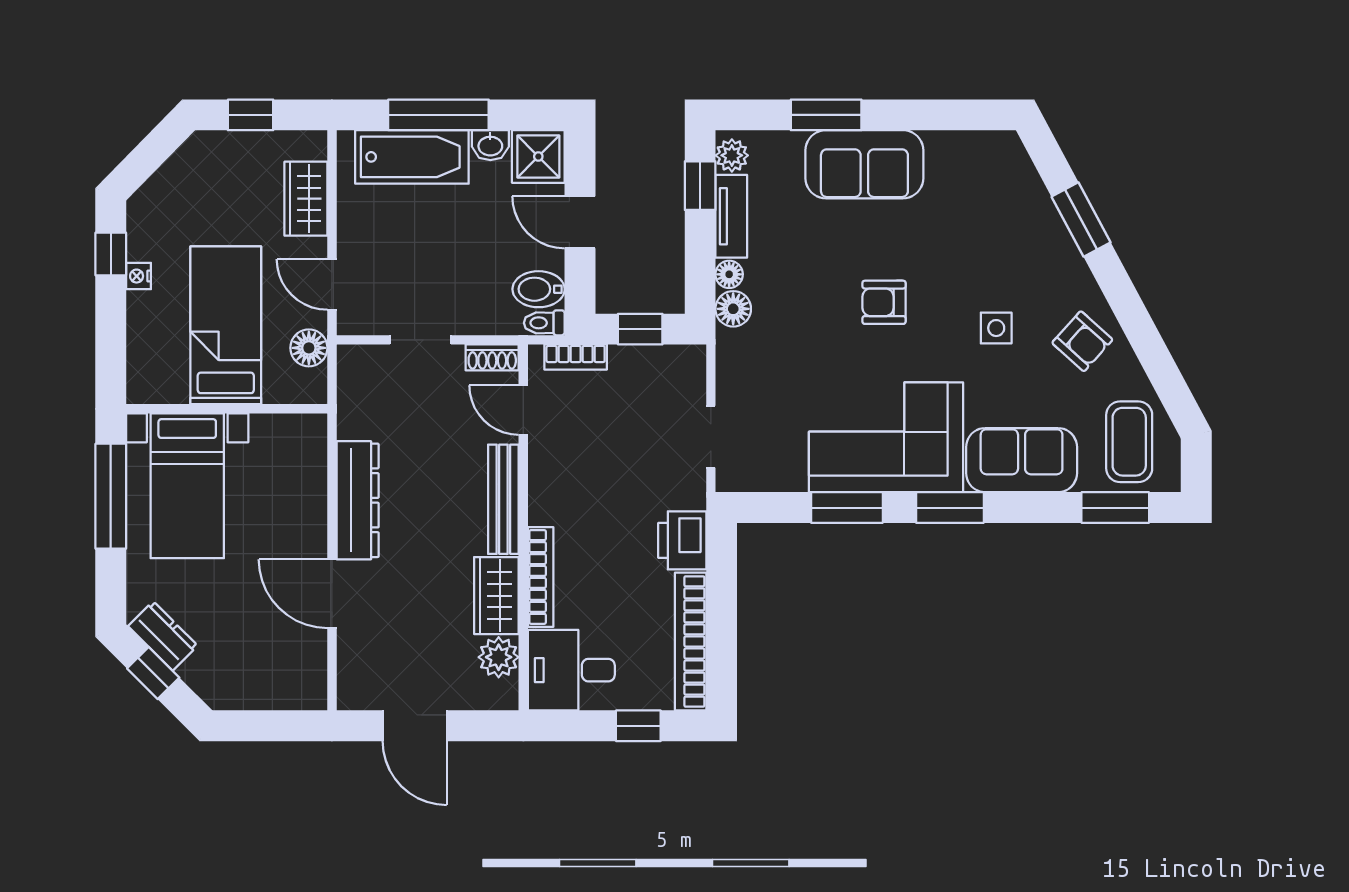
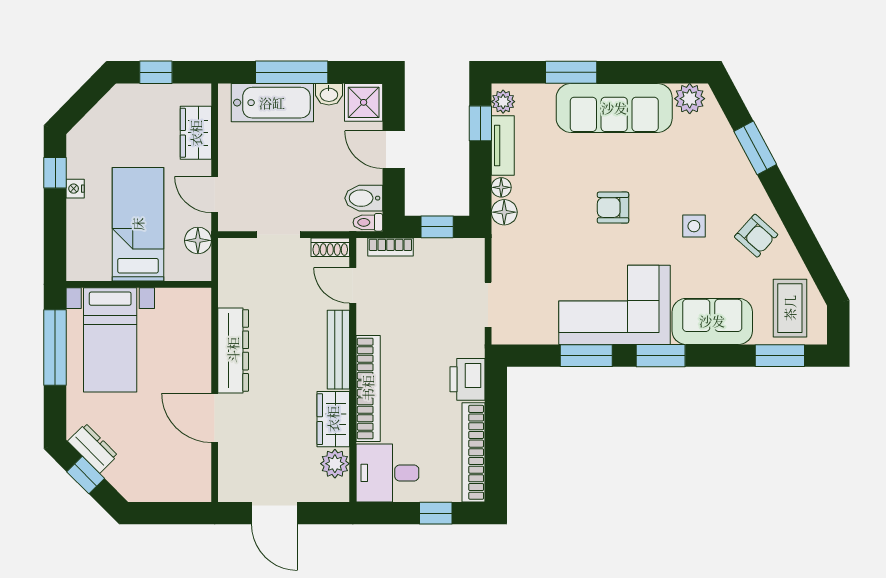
plant: (990, 151) -> (690, 99), added
sofa: (864, 164) -> (614, 108), width x1.36
bookcase: (541, 577) -> (368, 388), width x1.48, depth x1.31

